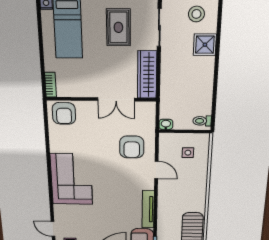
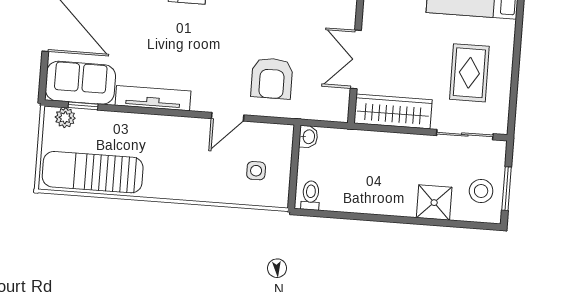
rug: (118, 27) -> (469, 73), turned 90
armchair: (132, 147) -> (272, 78), turned -90

